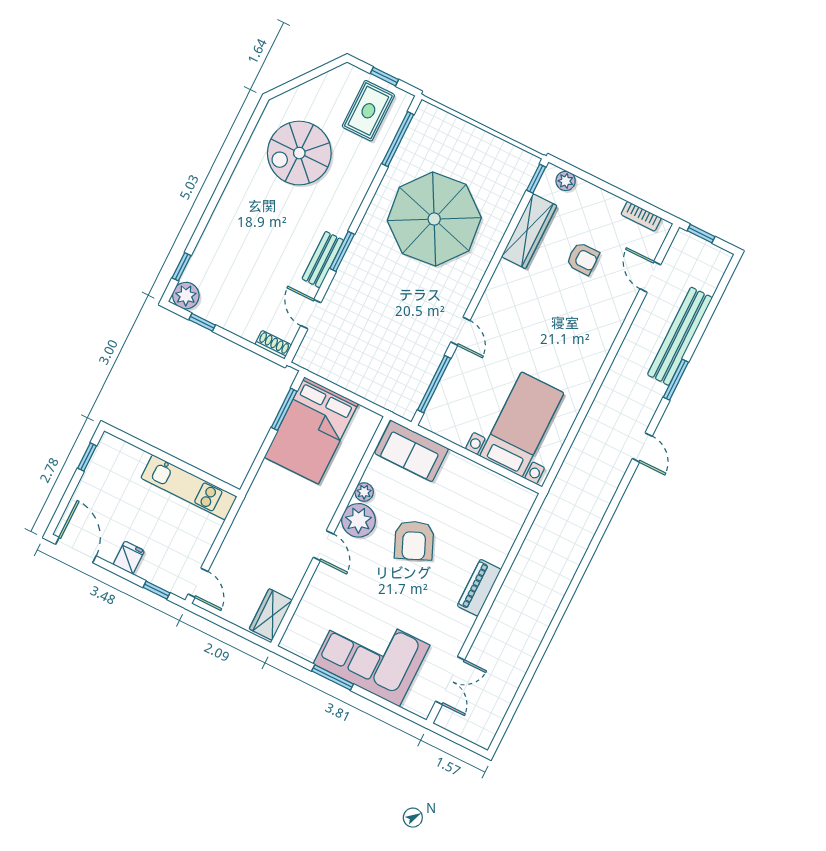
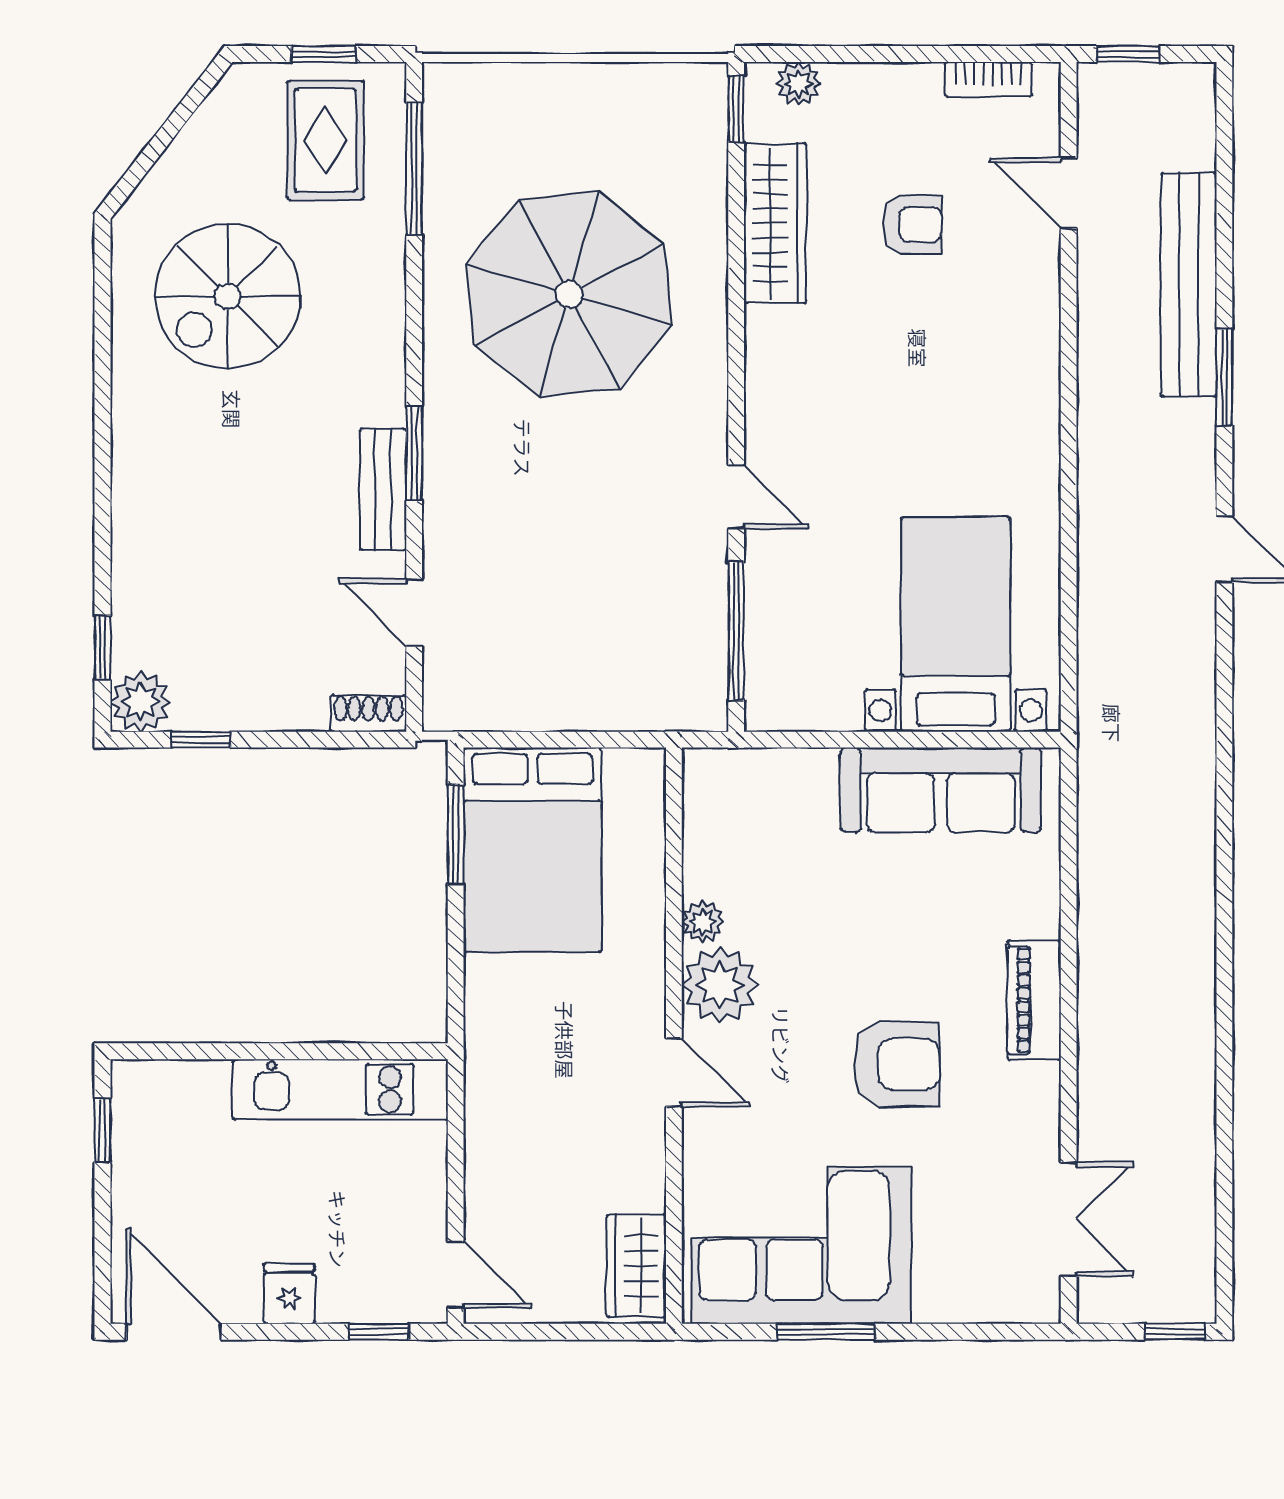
sofa: (412, 451) -> (941, 790), moved, width x1.36
armchair: (414, 540) -> (897, 1064), moved, turned -67
corner sofa: (372, 655) -> (802, 1246), moved
window: (470, 746) -> (1175, 1332), added

